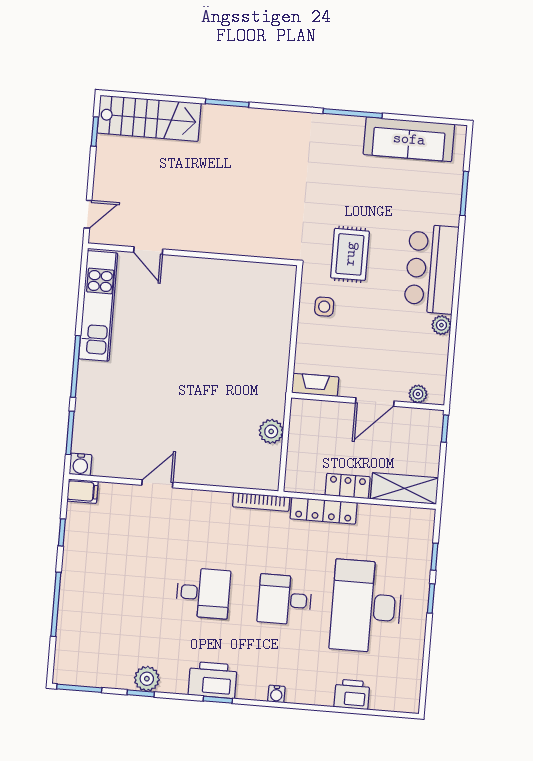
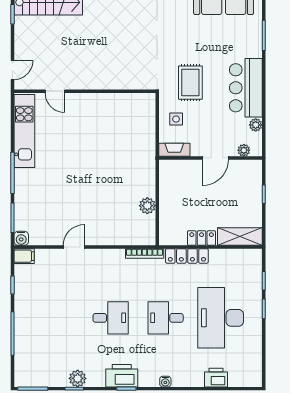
fireplace: (315, 385) -> (174, 150), moved
plant: (418, 394) -> (244, 150), moved
wall: (368, 401) -> (210, 158), moved
door: (375, 402) -> (215, 158), moved

